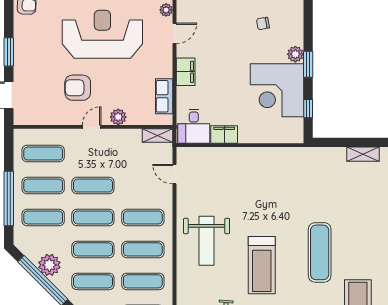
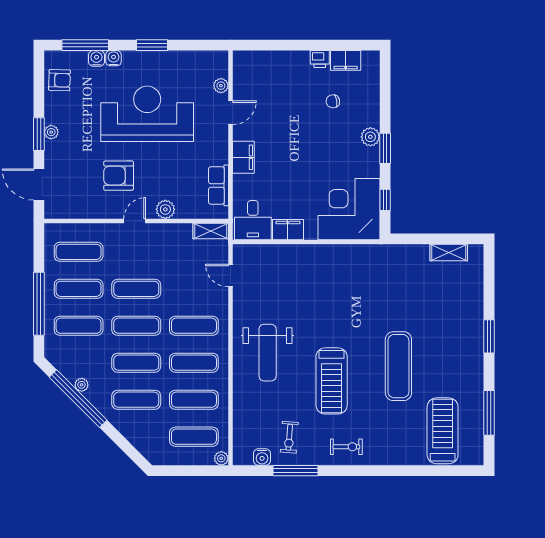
plant: (20, 50) -> (51, 132), added
corner desk: (277, 90) -> (349, 209), moved, turned 90
plant: (49, 265) -> (82, 385), width x0.53, depth x0.53

